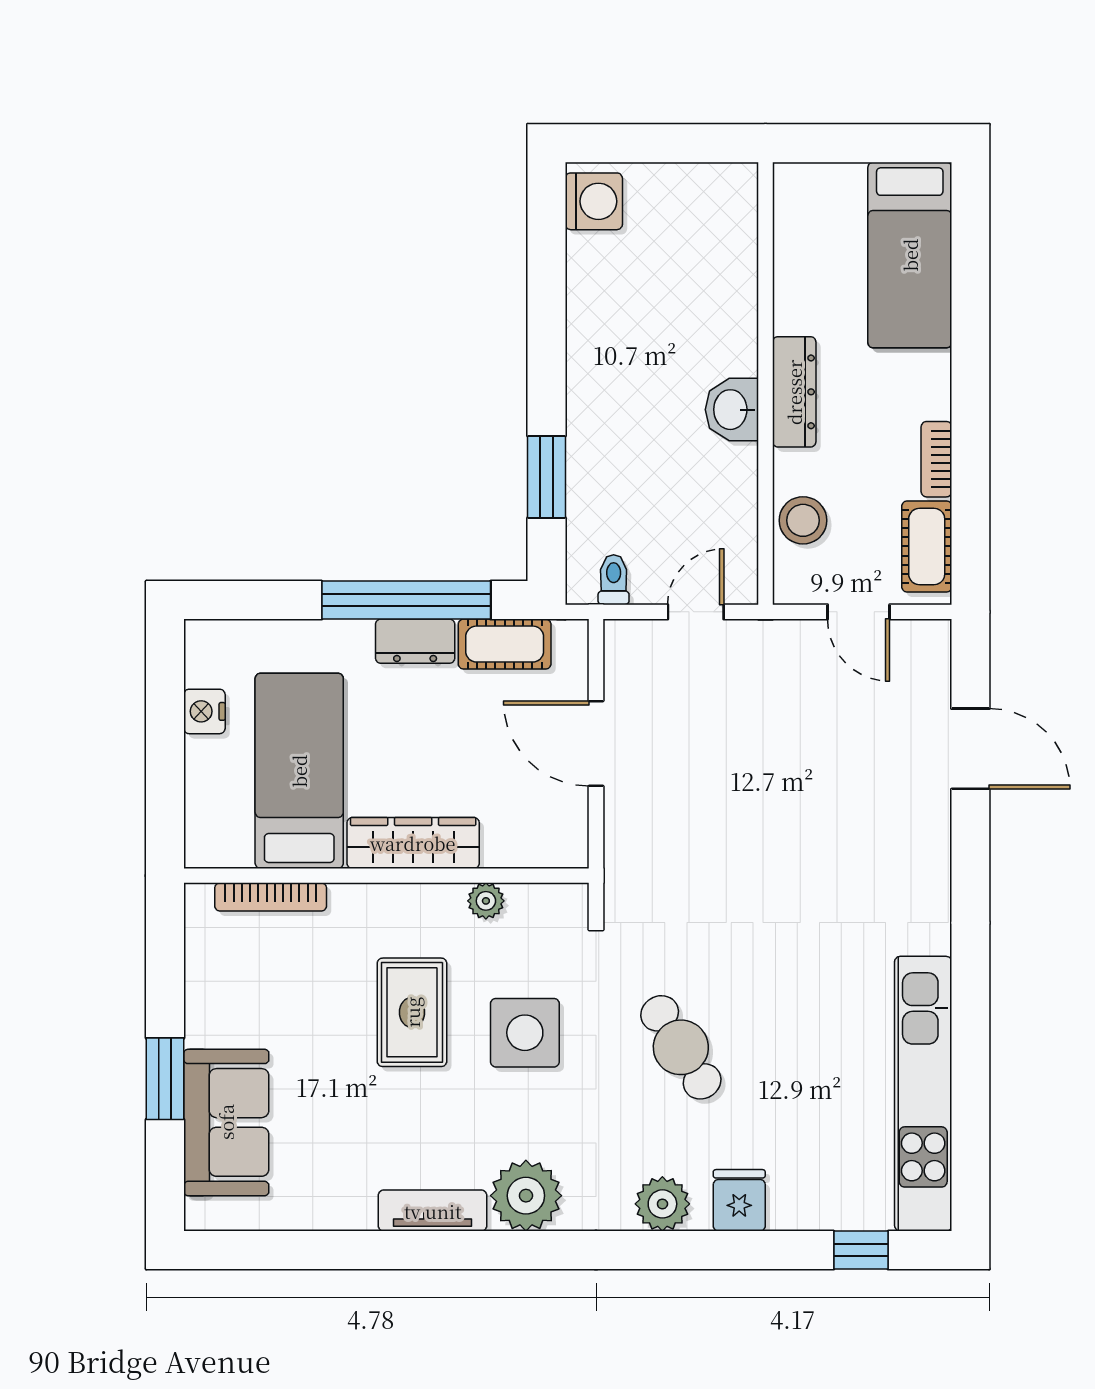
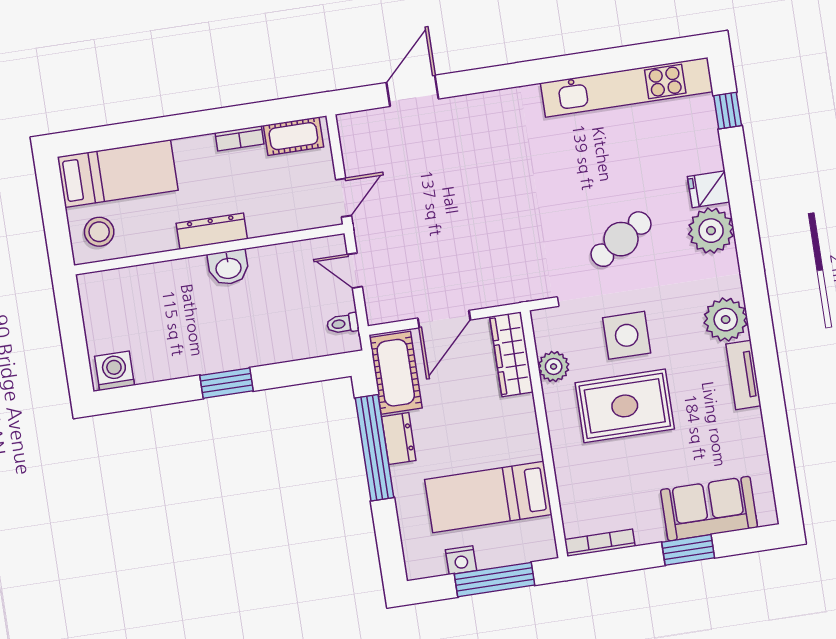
window: (547, 477) -> (226, 383), moved
stool: (803, 520) -> (99, 232), moved
door: (859, 612) -> (344, 198), moved
cot: (505, 644) -> (396, 373), width x1.37, depth x1.34
window: (165, 760) -> (494, 580), added
wardrobe: (413, 843) -> (511, 354), moved
bookcase: (271, 897) -> (600, 543), moved, turned -90
plant: (486, 901) -> (554, 367), width x1.38, depth x1.38
rug: (412, 1012) -> (625, 406), width x1.36, depth x1.43
plant: (662, 1204) -> (711, 231), width x1.36, depth x1.36

